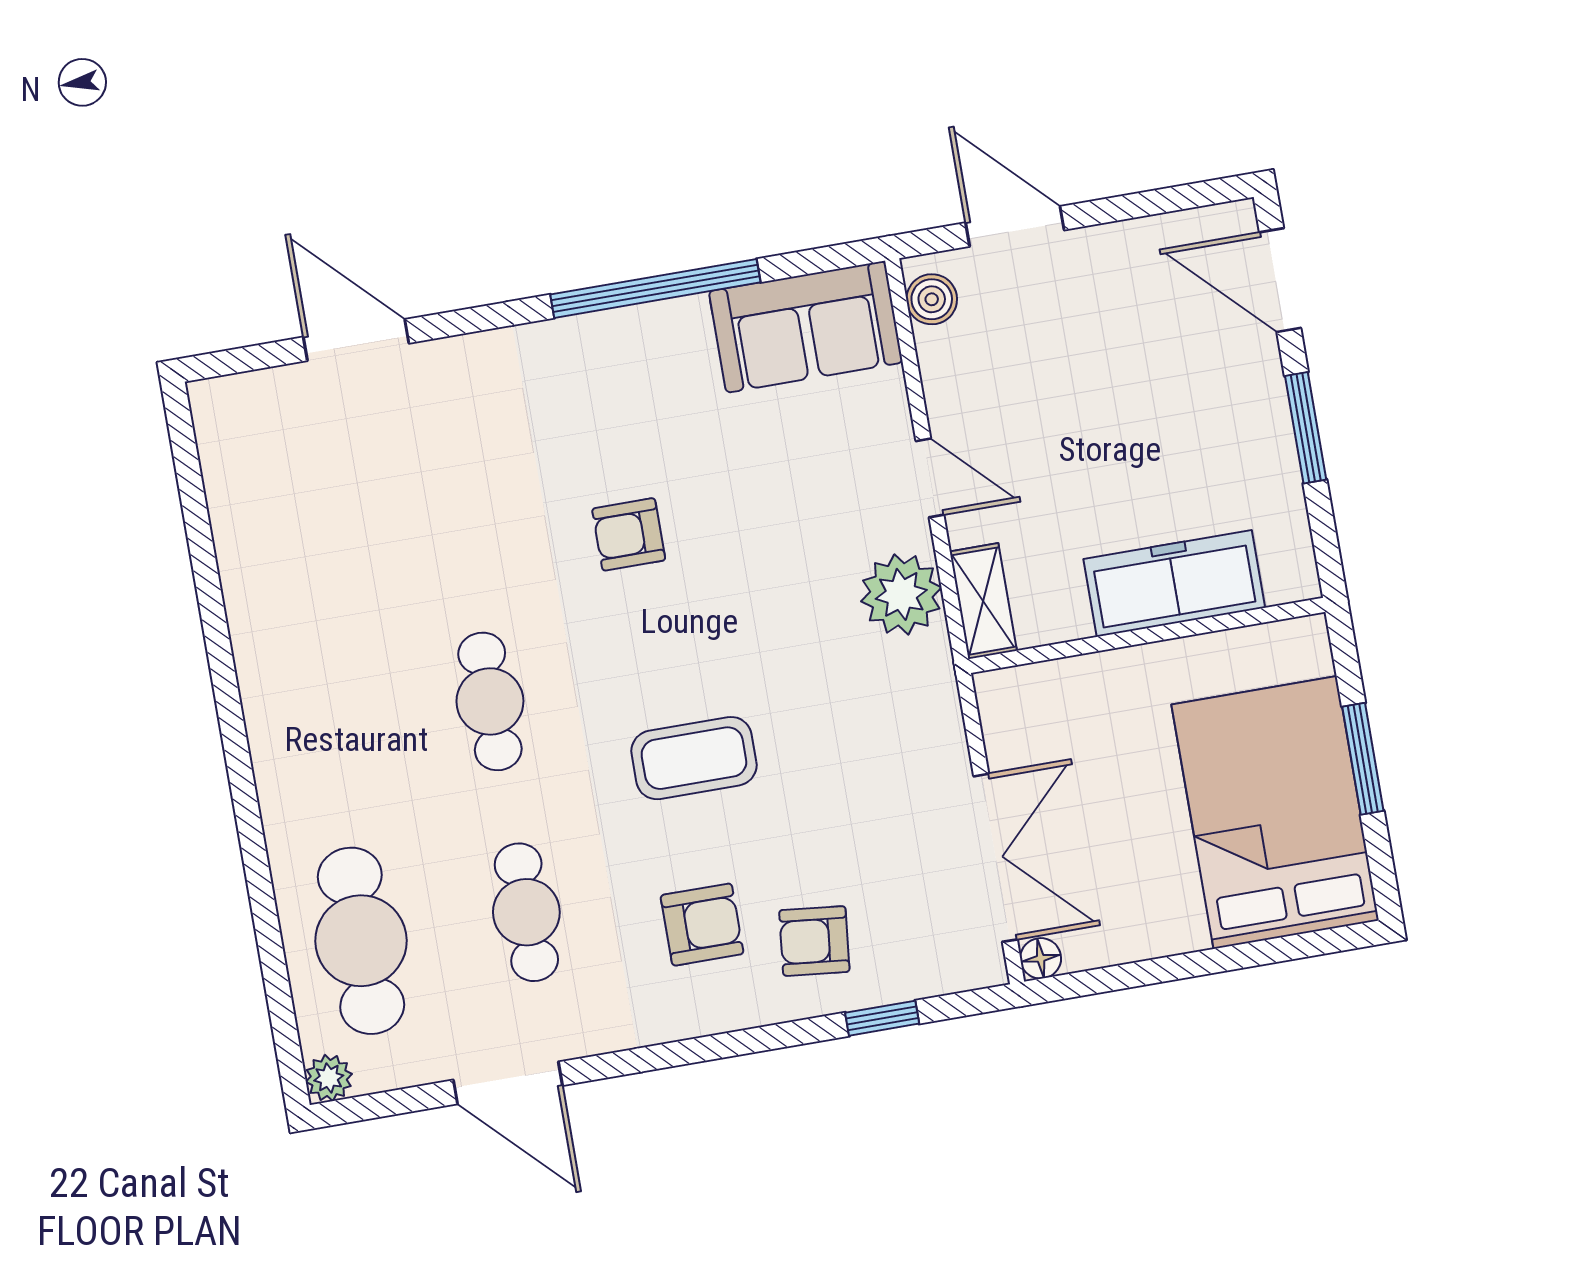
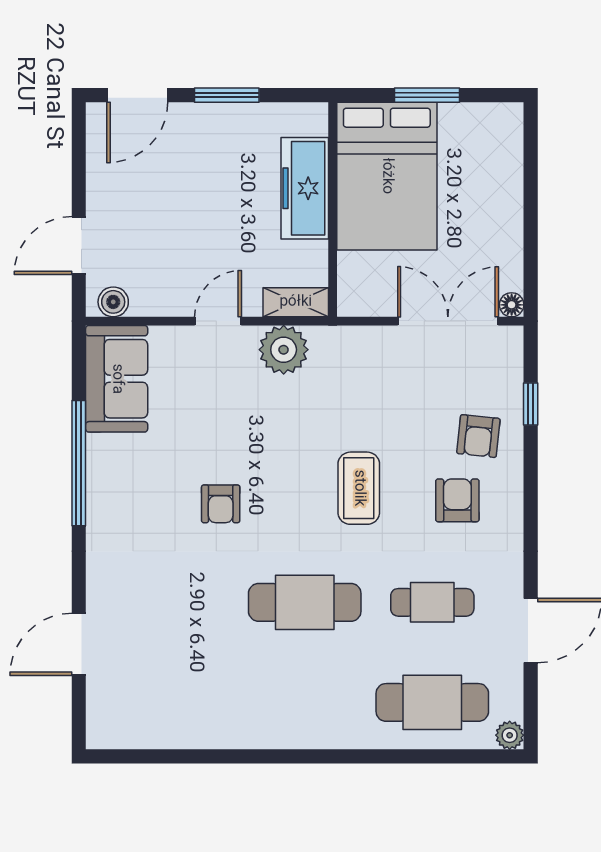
cafe table: (490, 701) -> (305, 602), width x1.37, depth x1.35
bed: (1275, 812) -> (387, 176), moved, turned -90

